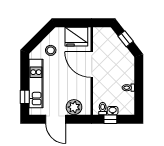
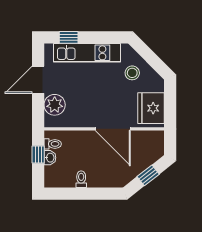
door: (92, 65) -> (113, 129), swing flipped

